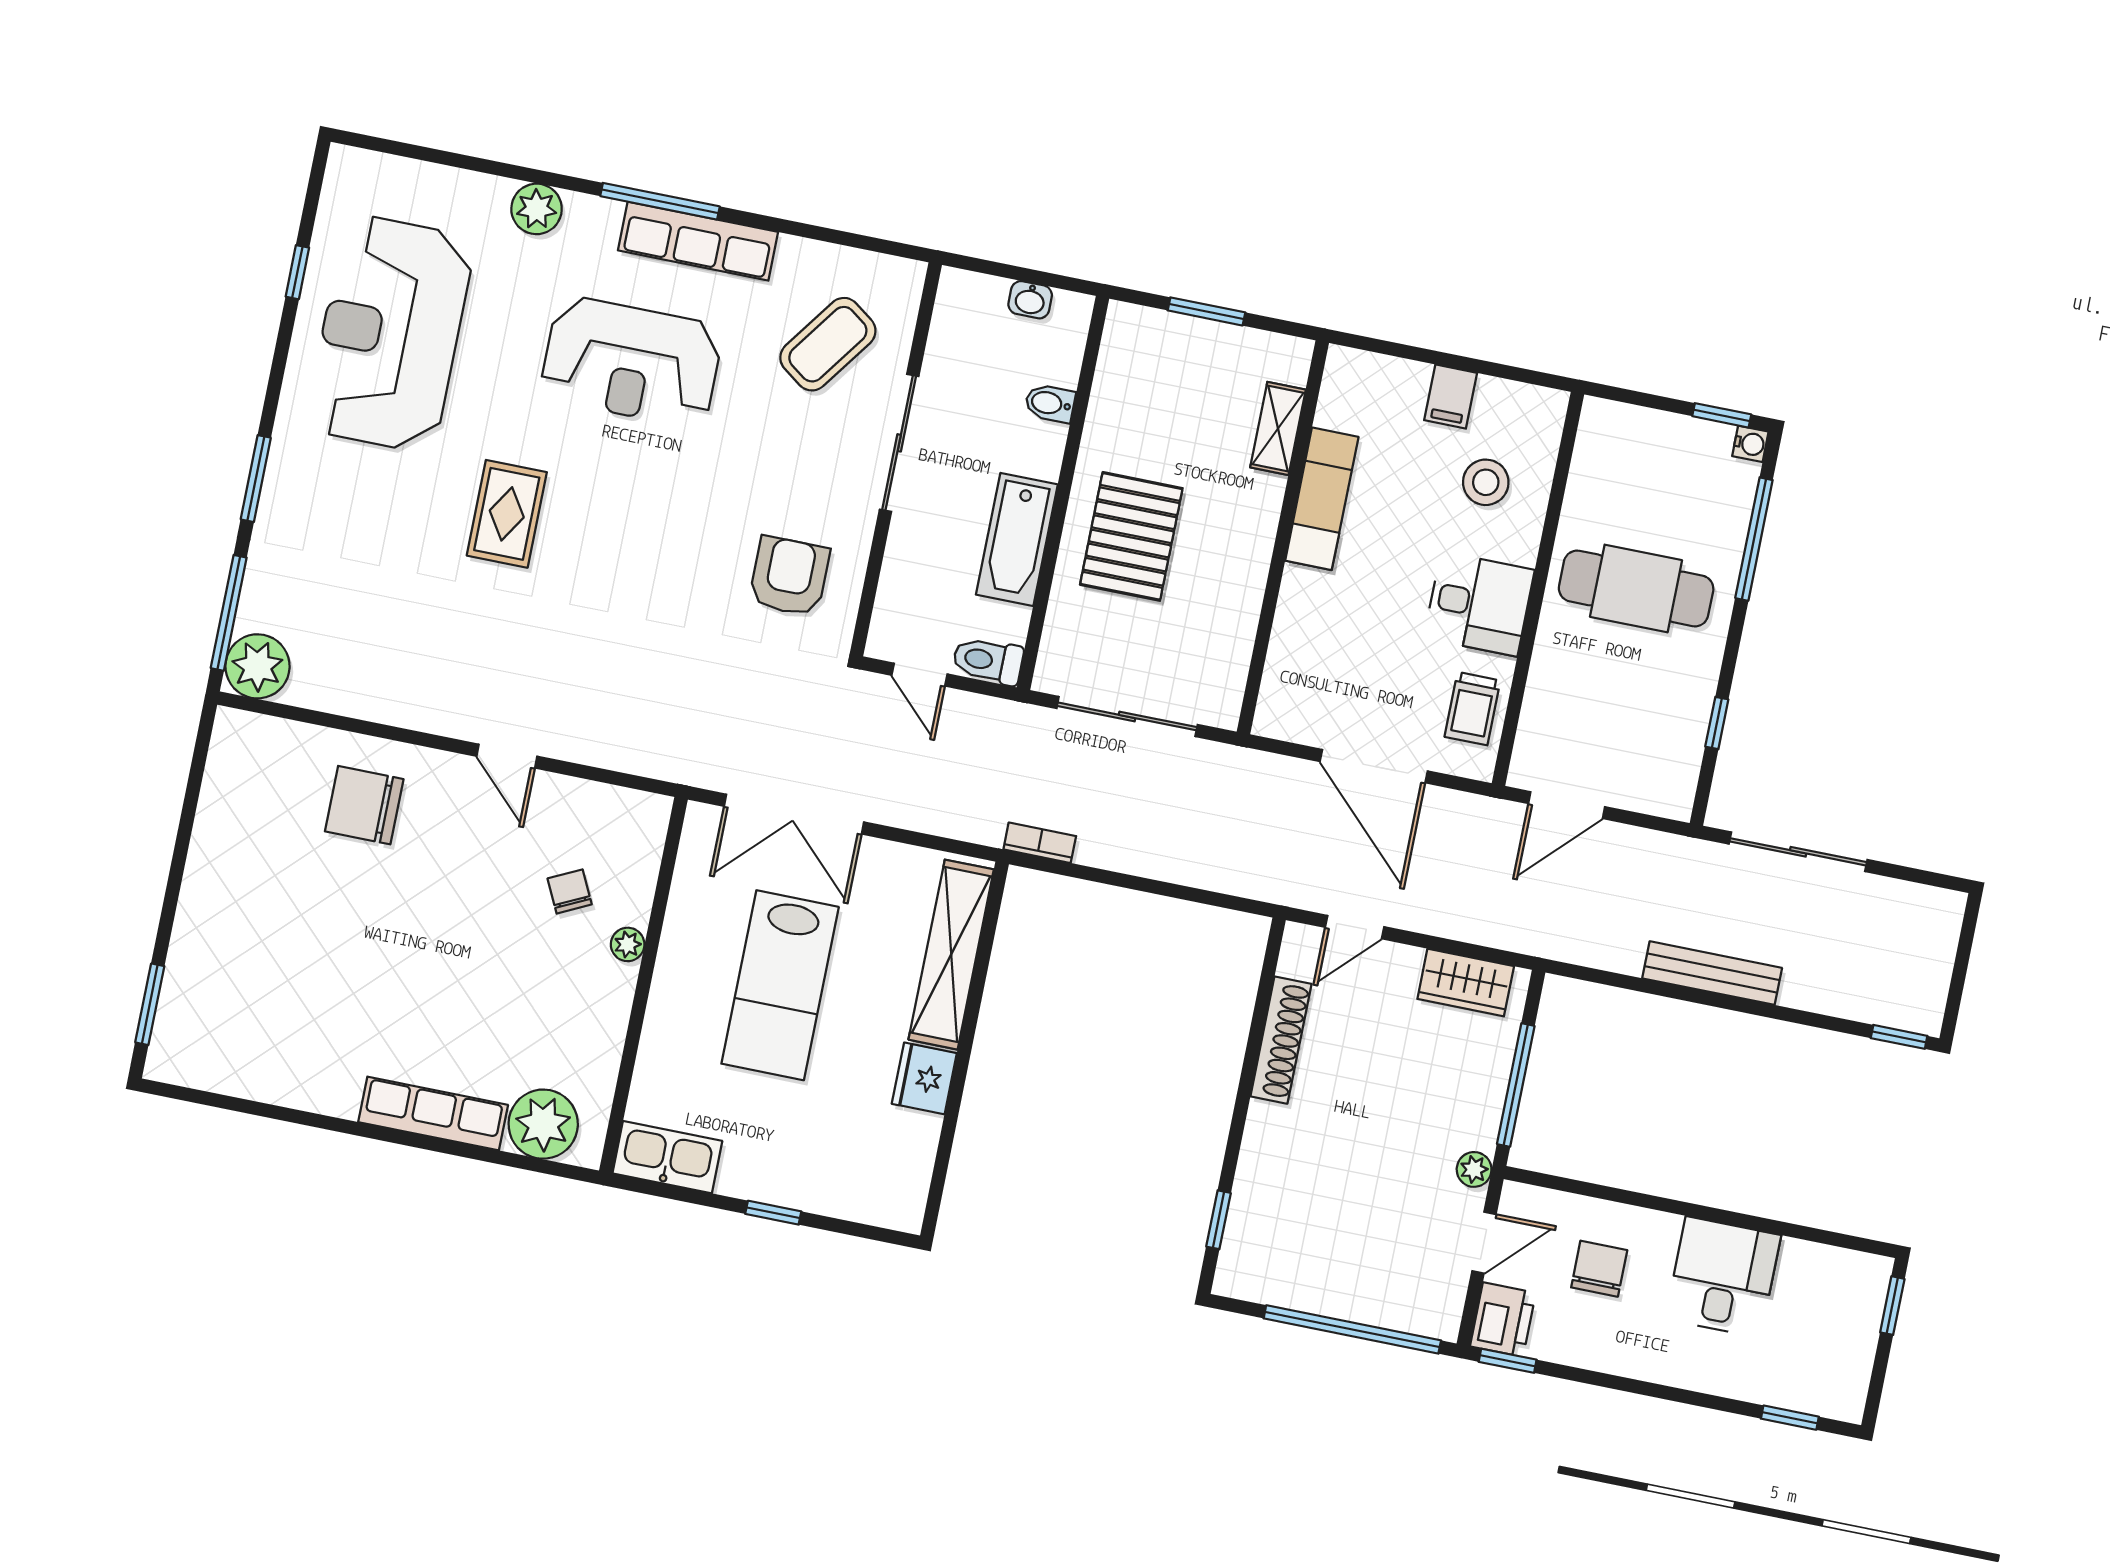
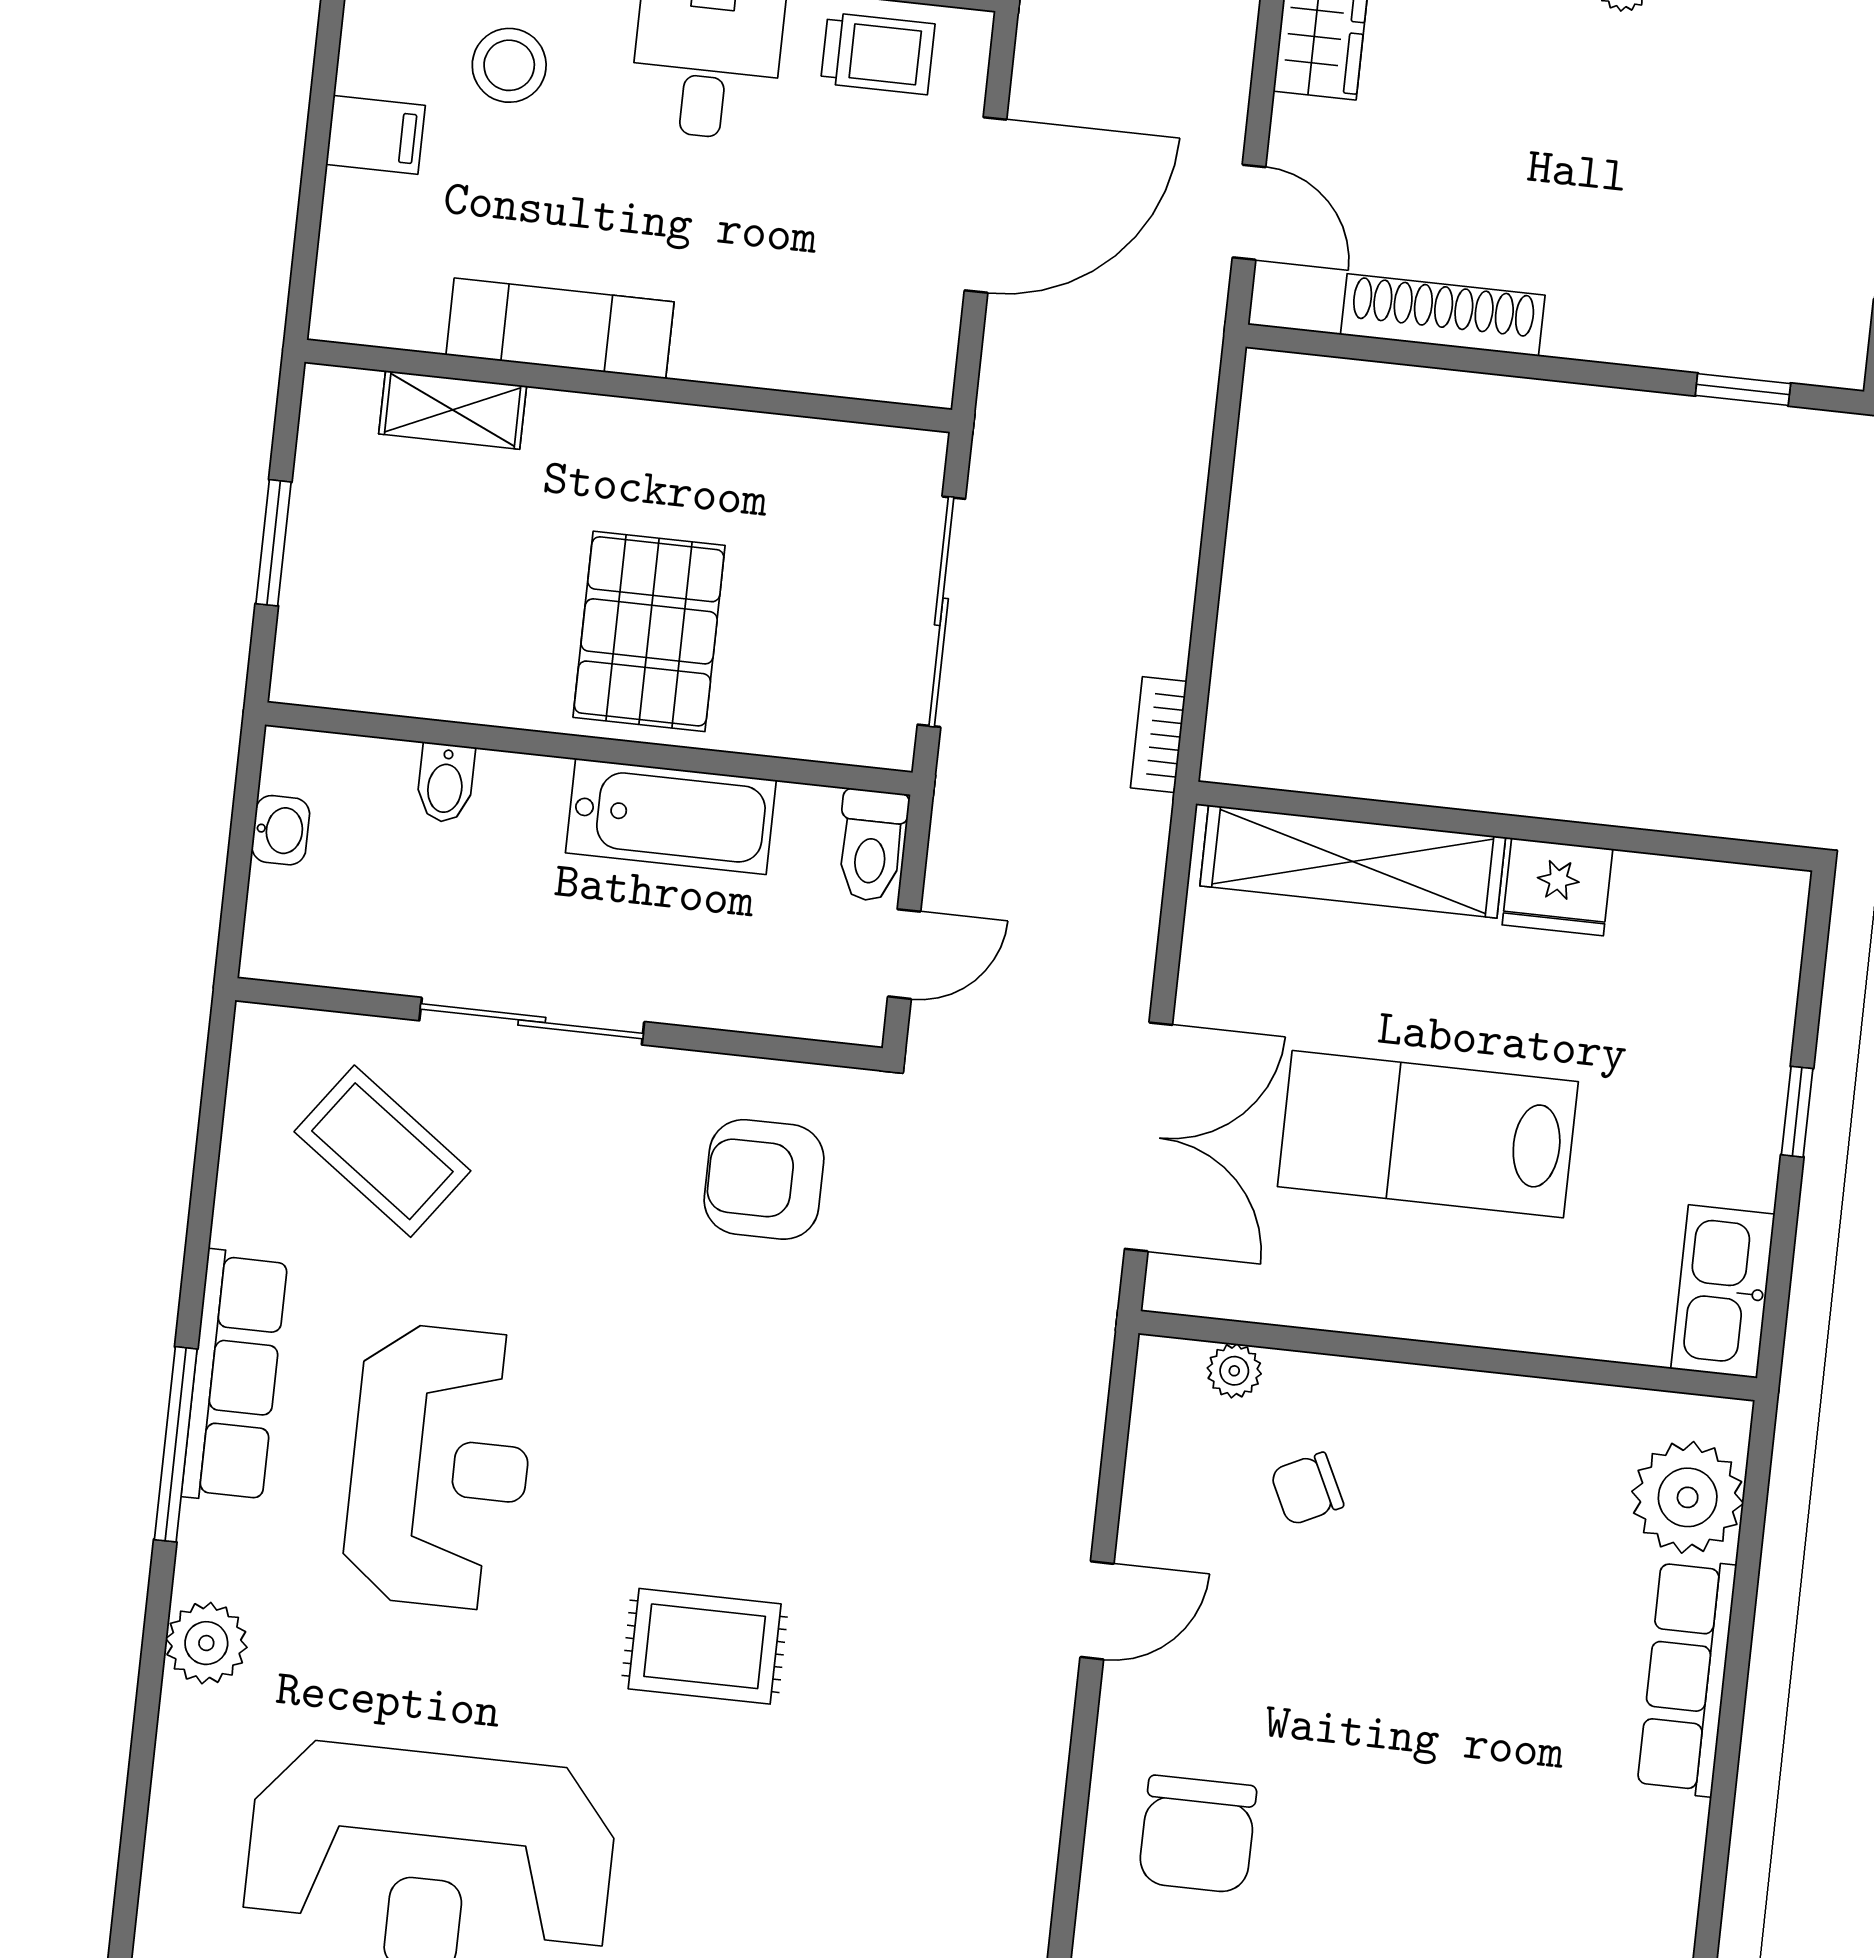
pallet: (1131, 536) -> (649, 631), turned 90
plant: (628, 944) -> (1234, 1371), moved
lab bench: (780, 985) -> (1428, 1134), turned 180

